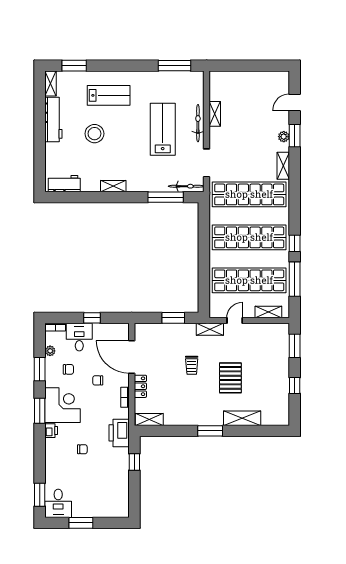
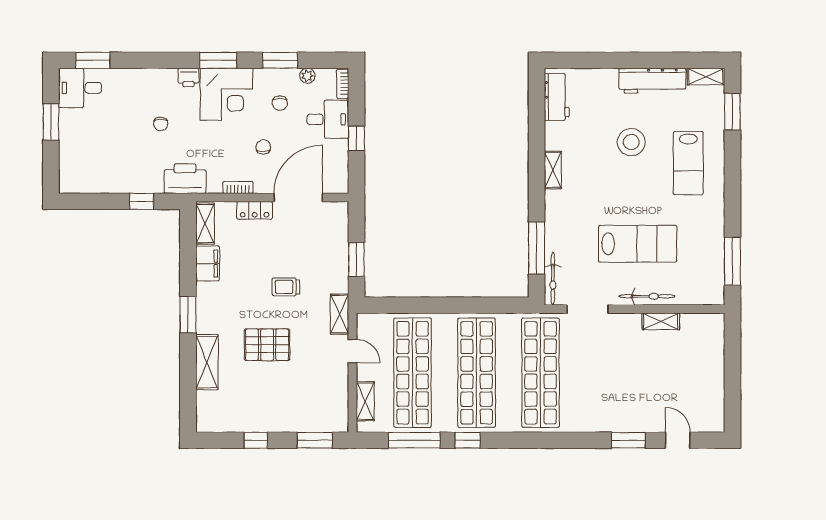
plant: (284, 137) -> (627, 424), removed
shelving: (283, 166) -> (583, 423), removed
filing cabinet: (176, 418) -> (208, 263), added

